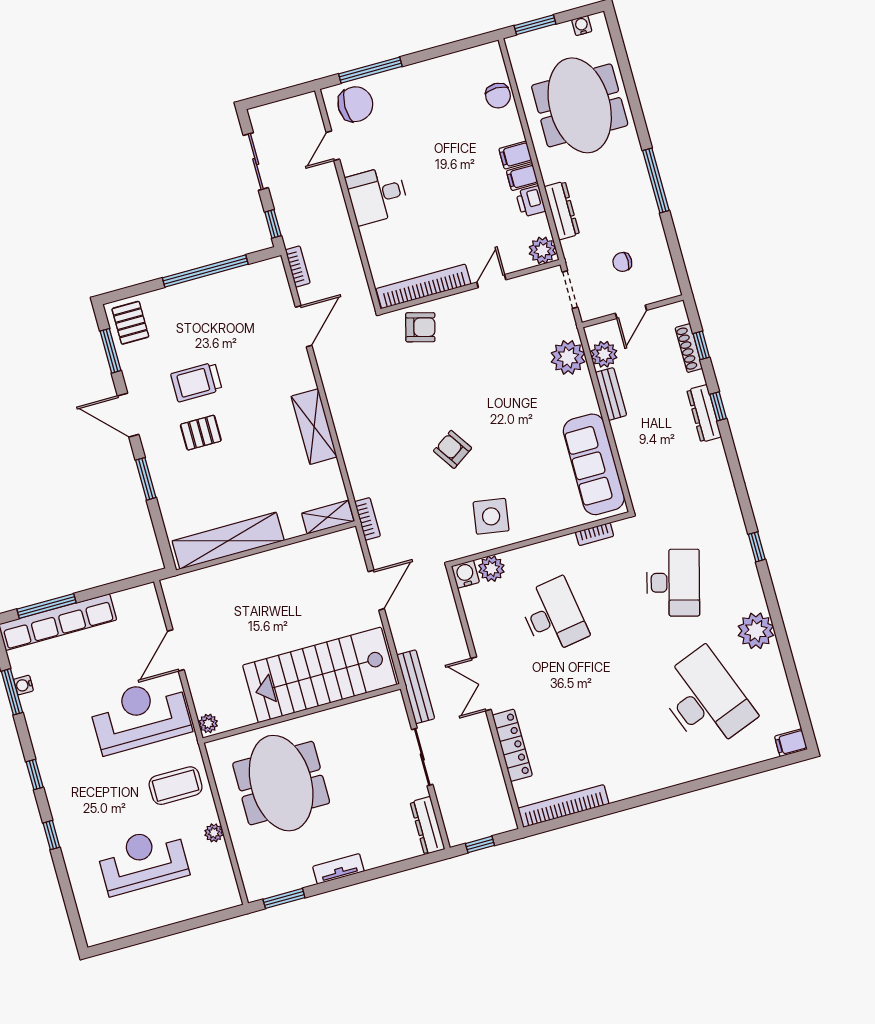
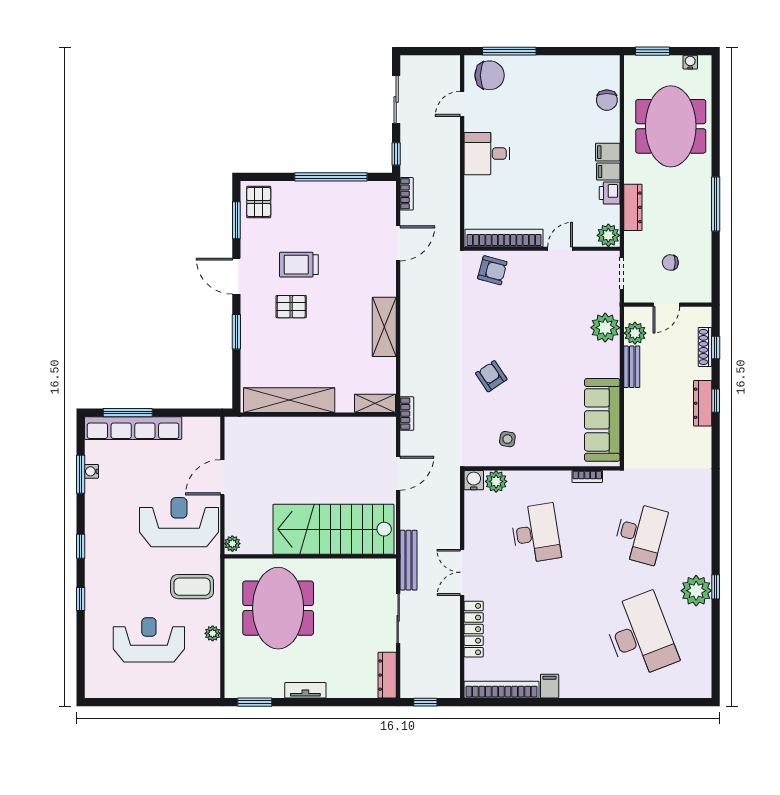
side table: (491, 516) -> (507, 439), width x0.54, depth x0.54
window: (757, 547) -> (716, 587), moved
filing cabinet: (791, 743) -> (550, 686), moved, turned 90

